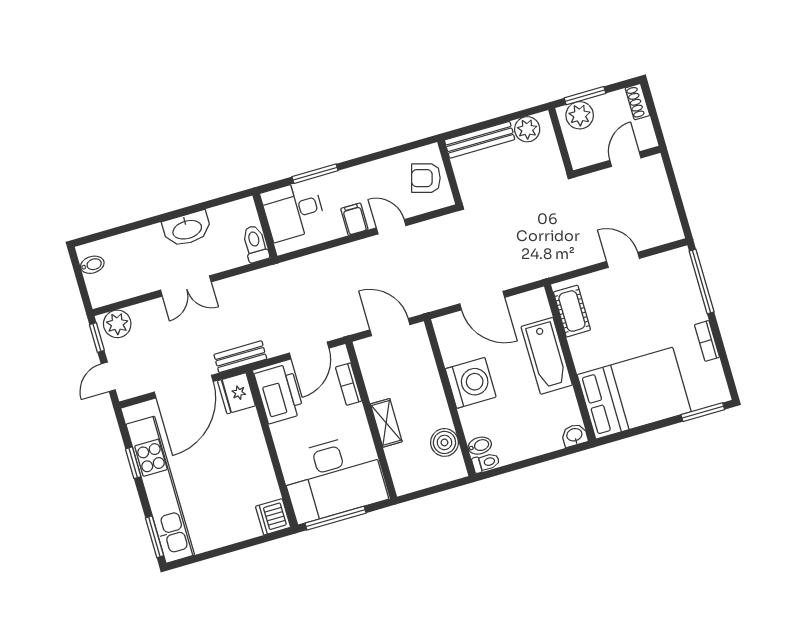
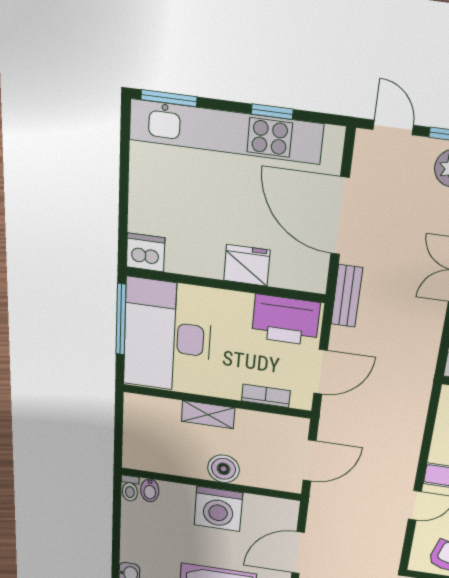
door: (309, 351) -> (321, 372), swing flipped
fridge: (236, 393) -> (247, 265), moved
boiler: (444, 442) -> (224, 469), moved

